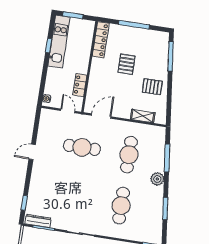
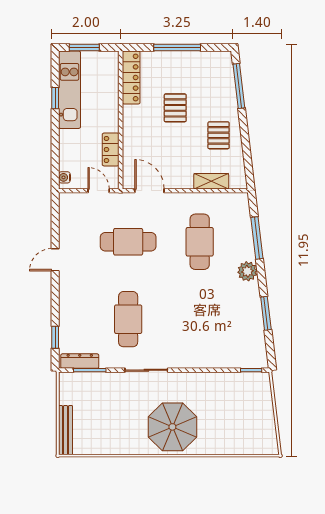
pallet: (152, 87) -> (219, 135), turned 90
door: (101, 116) -> (149, 191), hinge flipped
cafe table: (121, 206) -> (128, 319), moved

